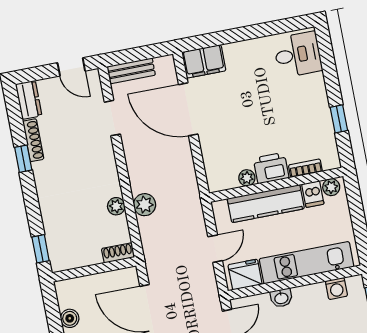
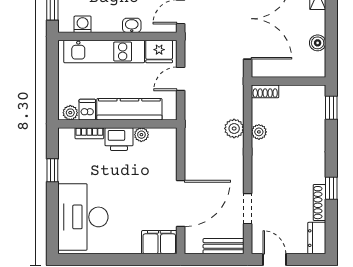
desk: (298, 55) -> (83, 217), width x1.87, depth x1.30
door: (188, 109) -> (181, 203), hinge flipped

